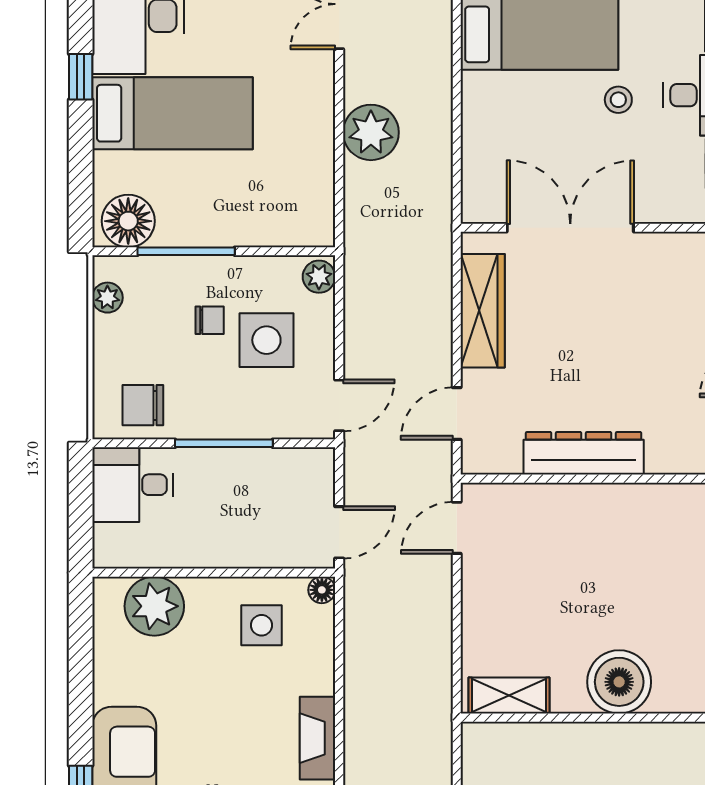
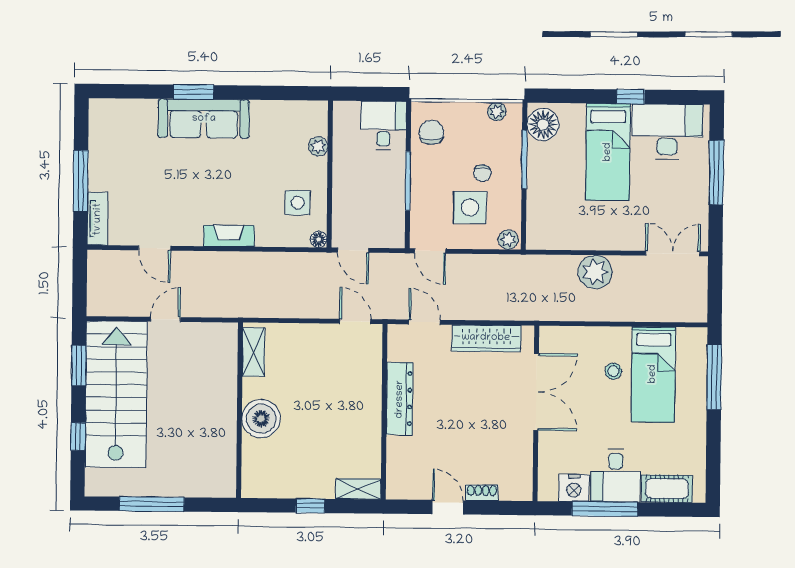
stool: (618, 100) -> (613, 371), moved
plant: (154, 606) -> (318, 146), width x0.53, depth x0.53

